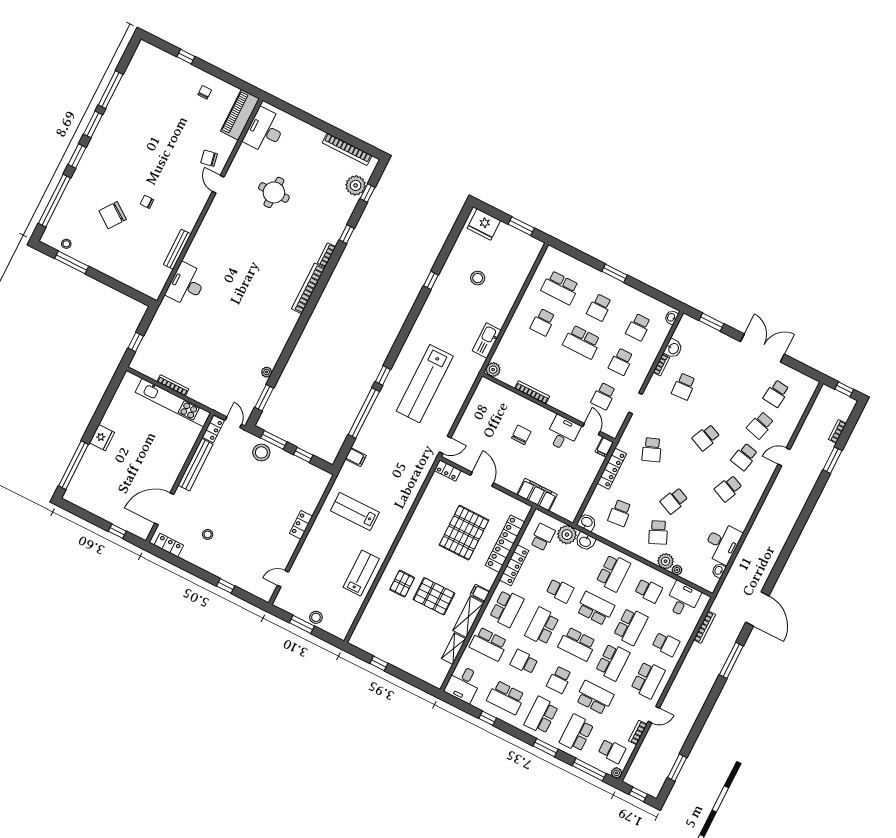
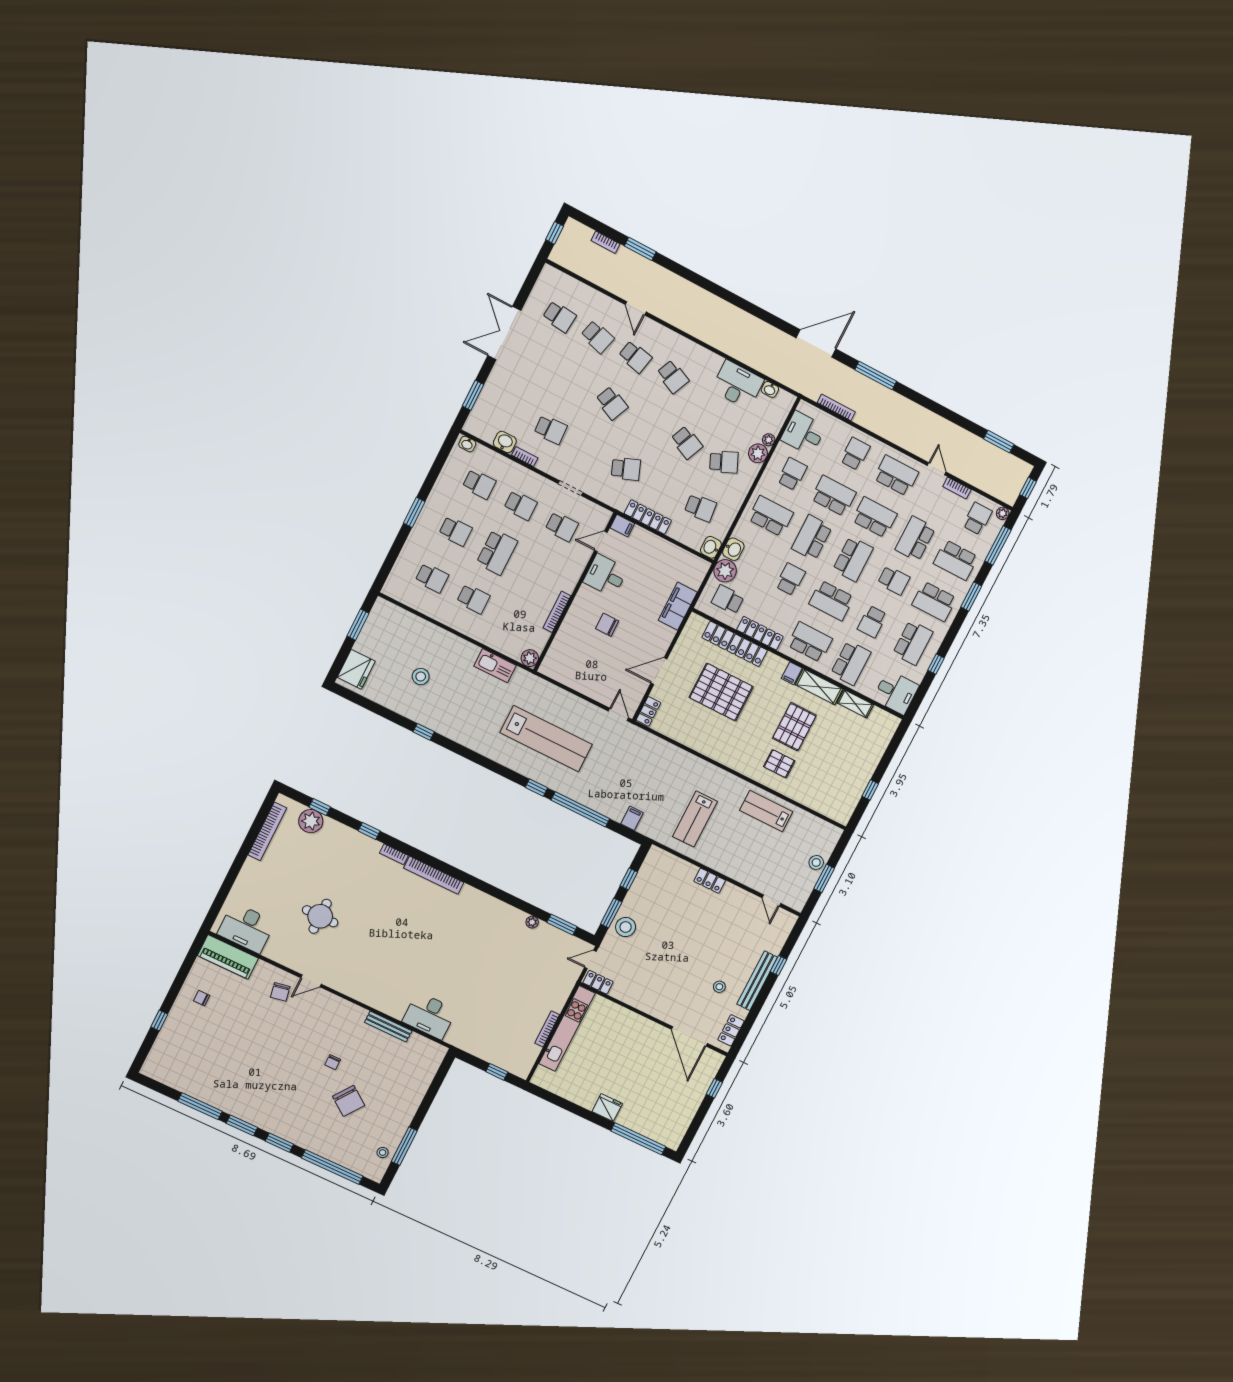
school desk: (560, 288) -> (432, 578), width x0.54
bench: (196, 465) -> (757, 981), moved, turned 90

